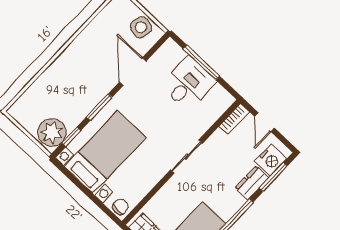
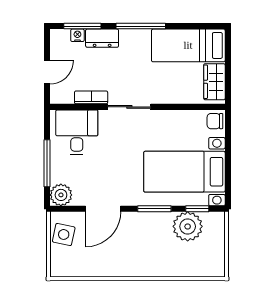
plant: (170, 51) -> (61, 195), added
desk: (188, 84) -> (77, 132), moved, turned 90
bookcase: (234, 119) -> (91, 97), moved
plant: (52, 132) -> (188, 226), moved
nightstand: (271, 160) -> (77, 35), width x0.53, depth x0.56

